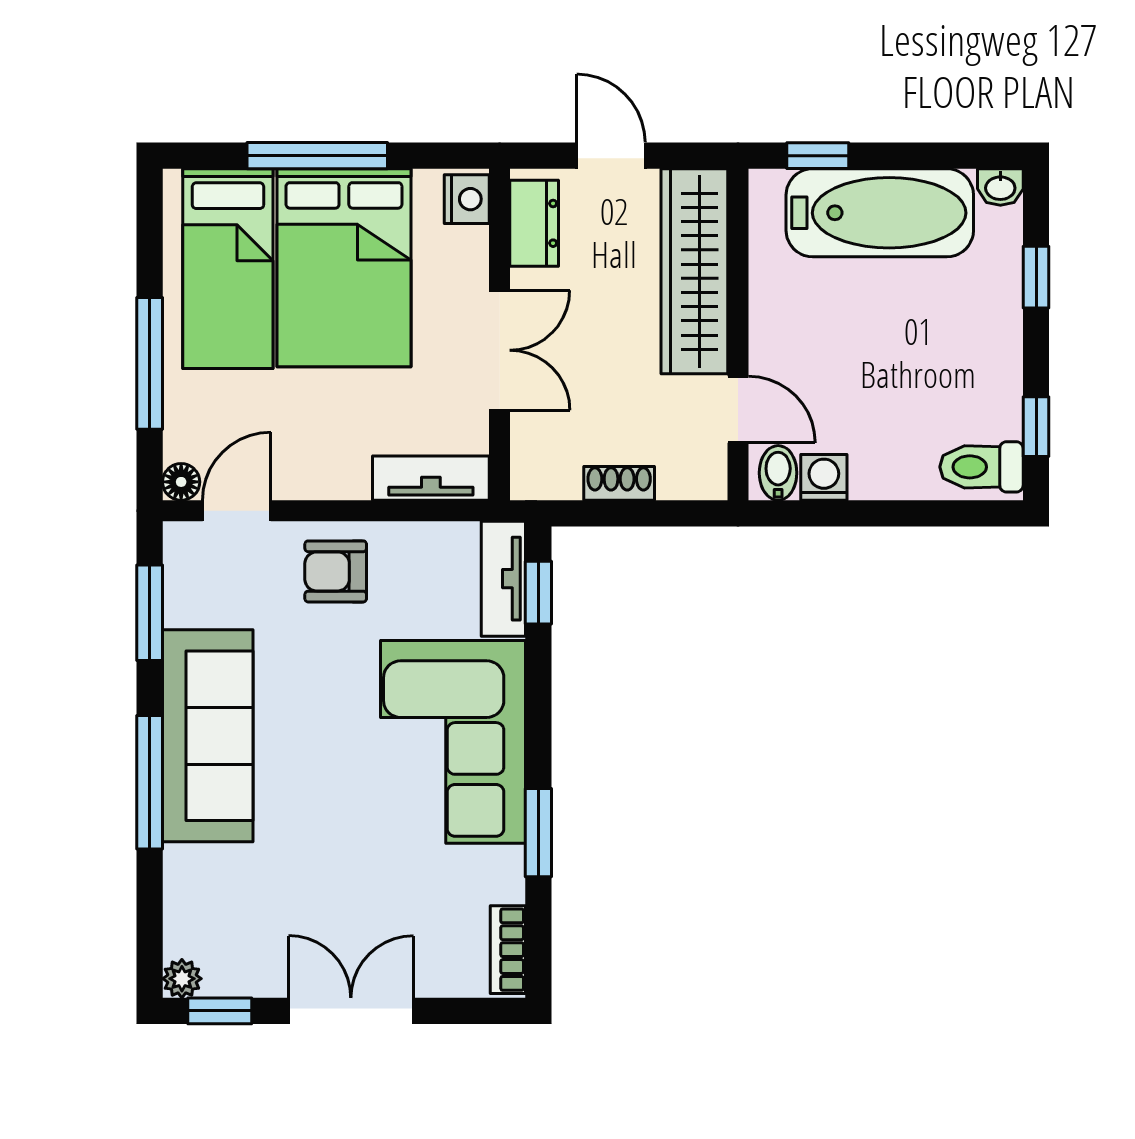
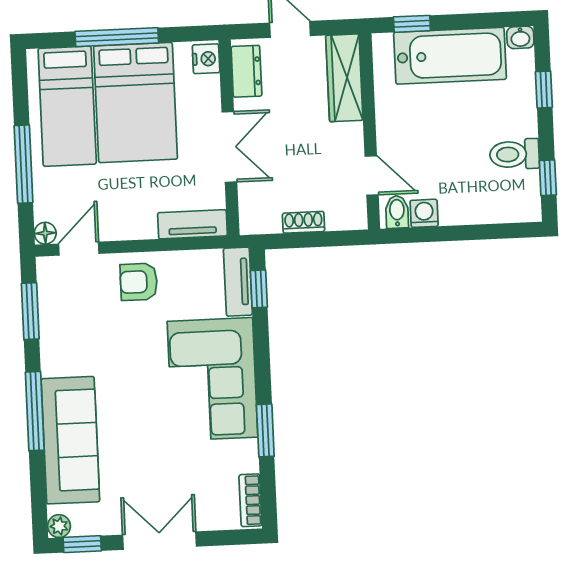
wardrobe: (694, 271) -> (344, 78), width x0.71, depth x0.85
toilet: (981, 467) -> (515, 154), moved
sofa: (208, 736) -> (70, 440), moved

